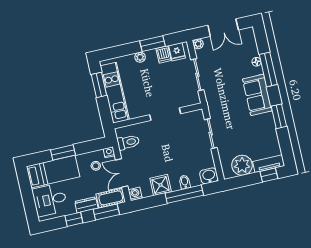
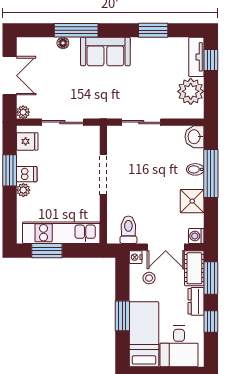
dishwasher: (163, 54) -> (27, 174), moved
window: (279, 116) -> (153, 30), moved

